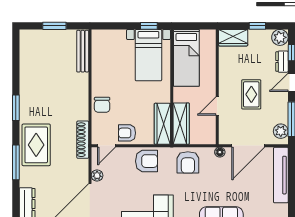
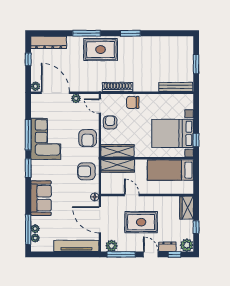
bed with nightstands: (148, 55) -> (173, 133), width x1.36
rug: (251, 94) -> (141, 222), width x1.36, depth x1.43
shoe rack: (83, 140) -> (118, 87), moved

